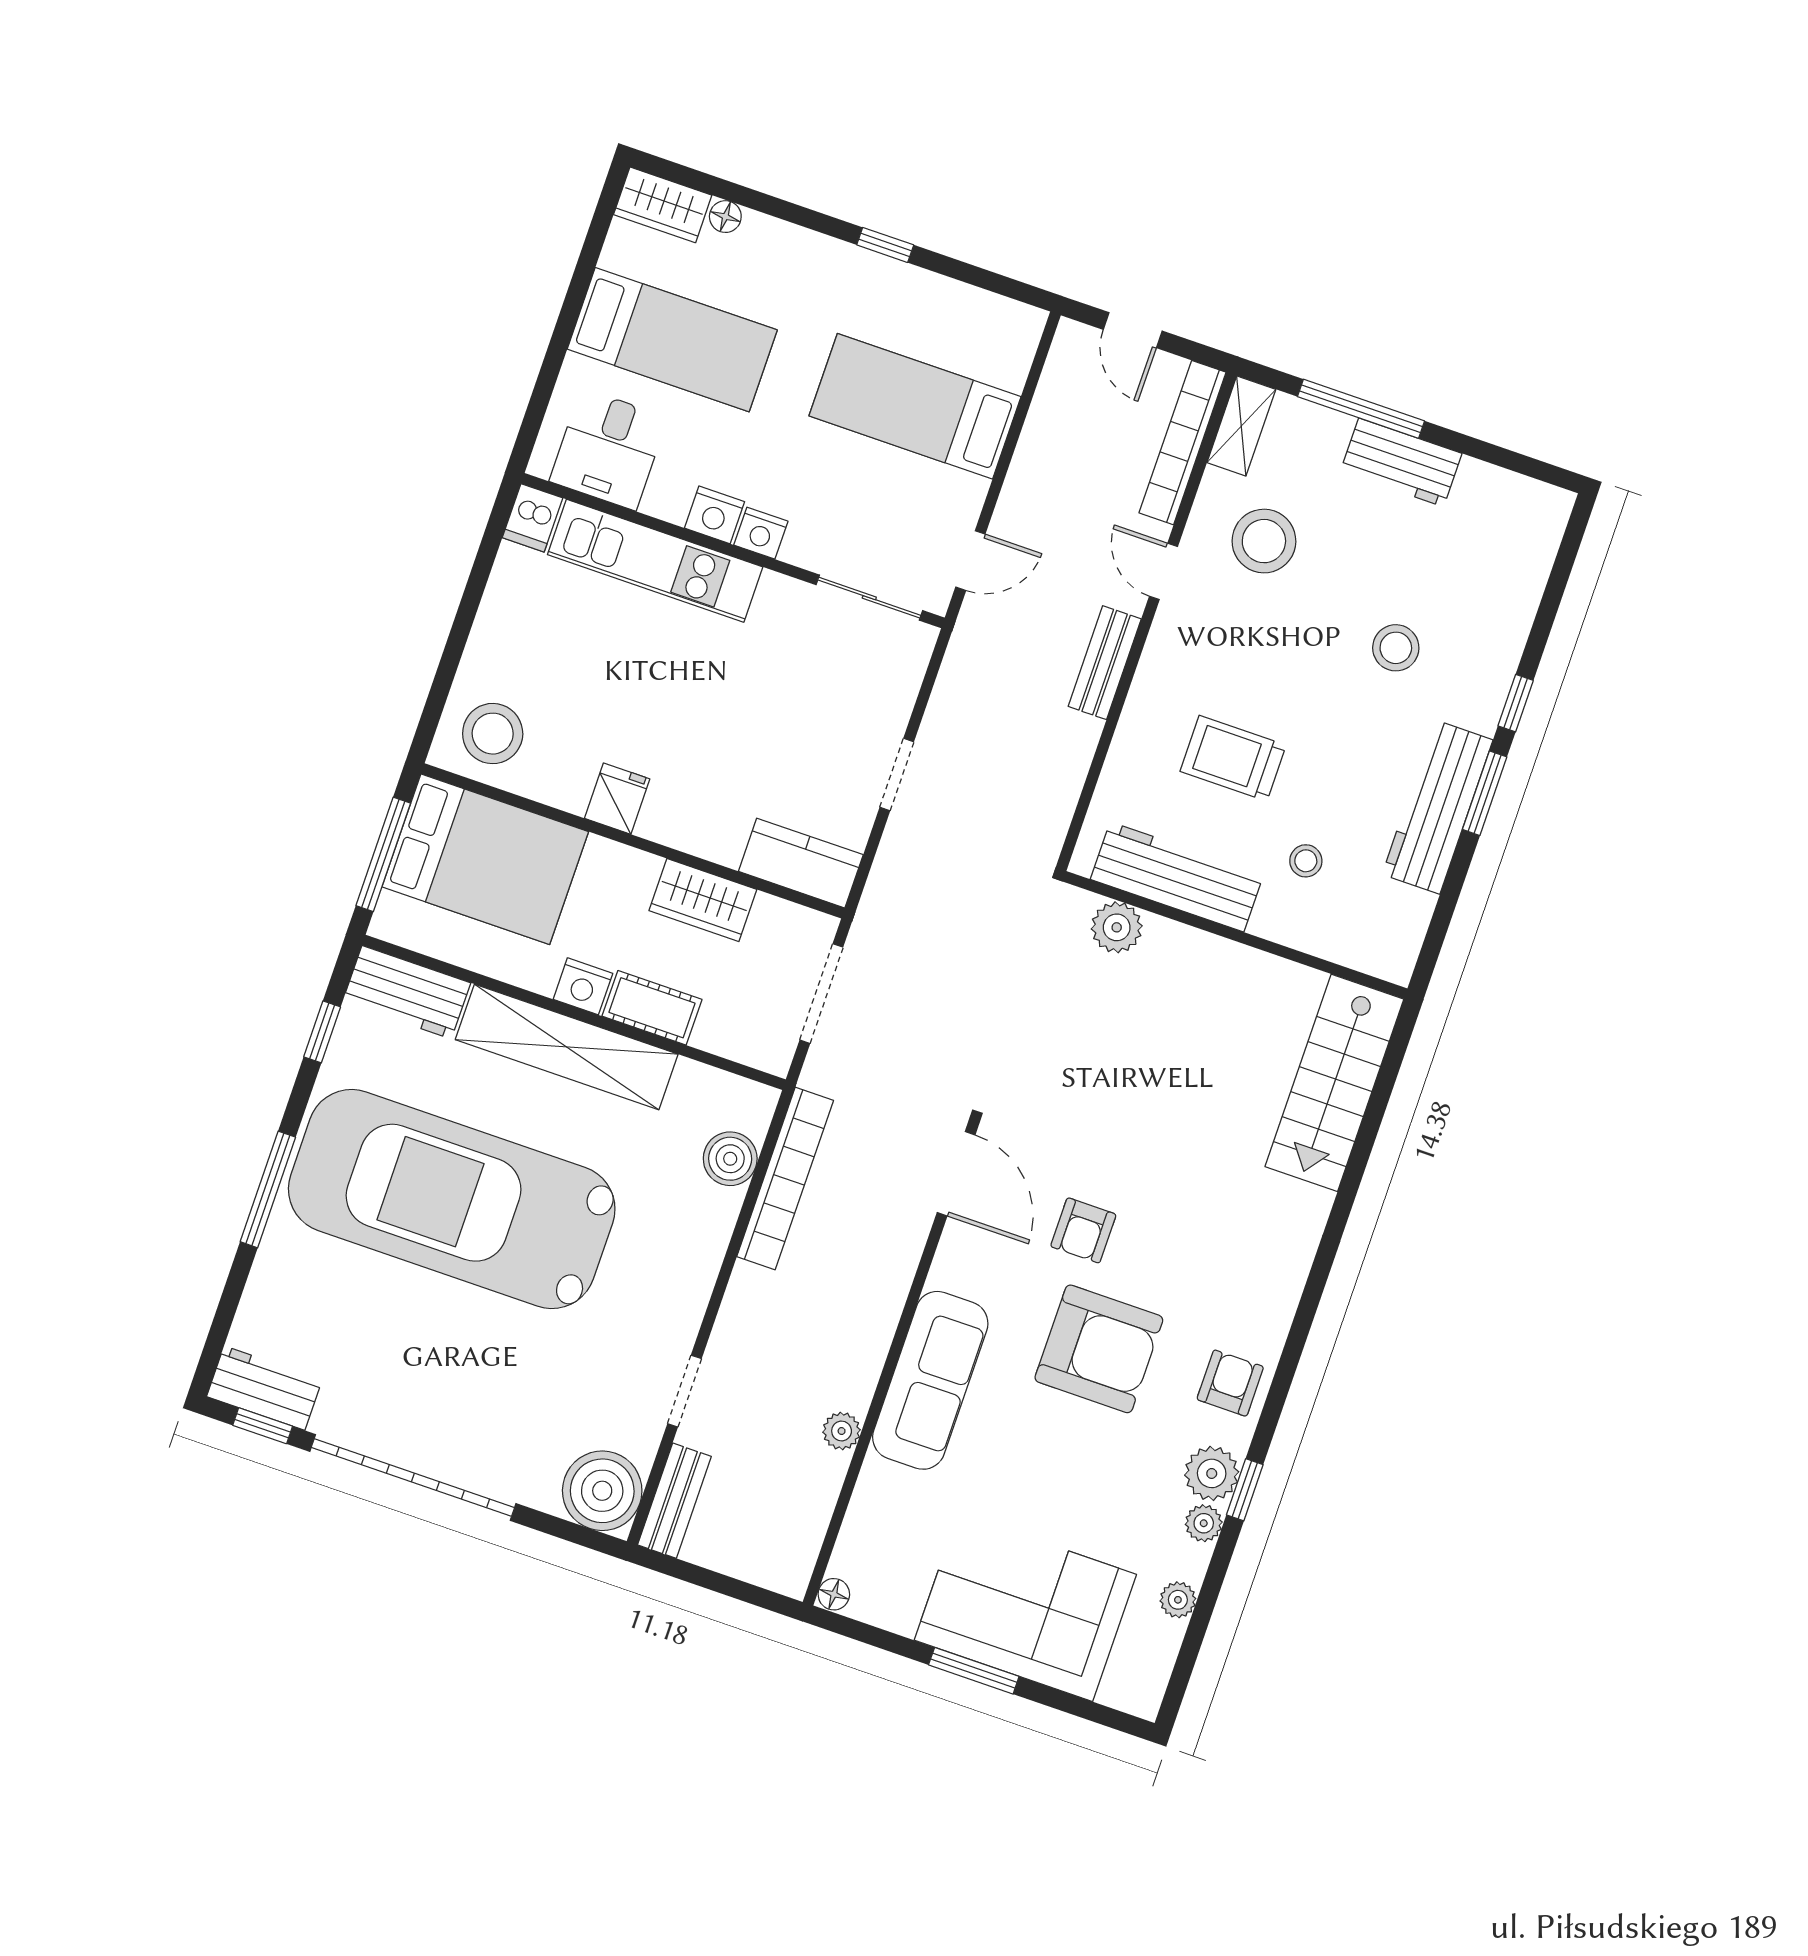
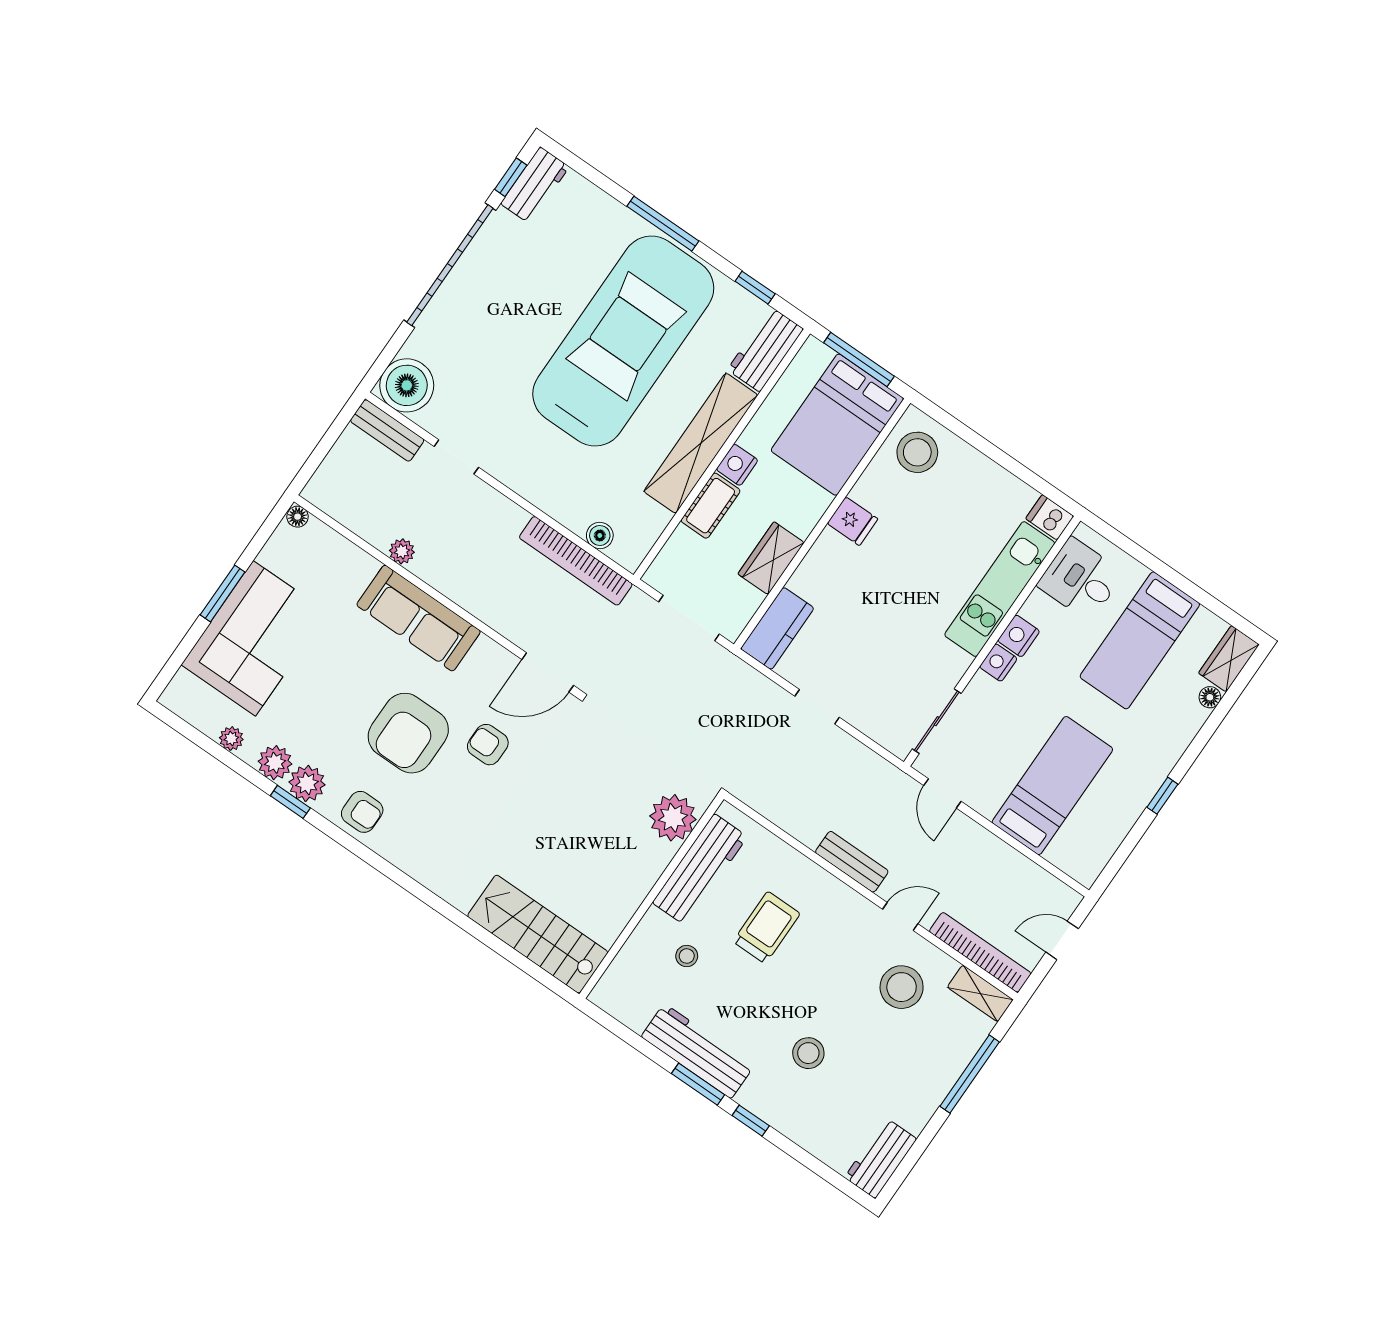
workbench: (1401, 462) -> (881, 1158), moved
plant: (1117, 927) -> (673, 818), width x1.36, depth x1.36
boiler: (730, 1159) -> (600, 535), width x0.73, depth x0.73
plant: (1204, 1523) -> (275, 763), width x1.38, depth x1.38

